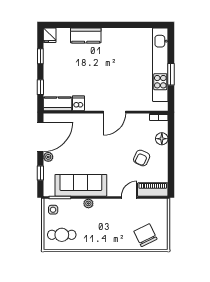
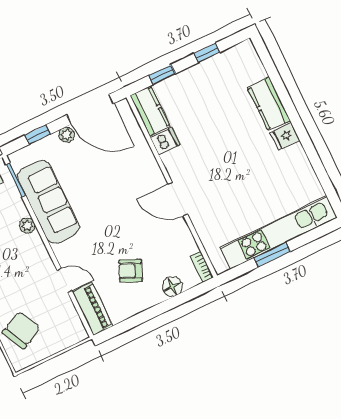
fridge: (50, 35) -> (285, 136), moved

